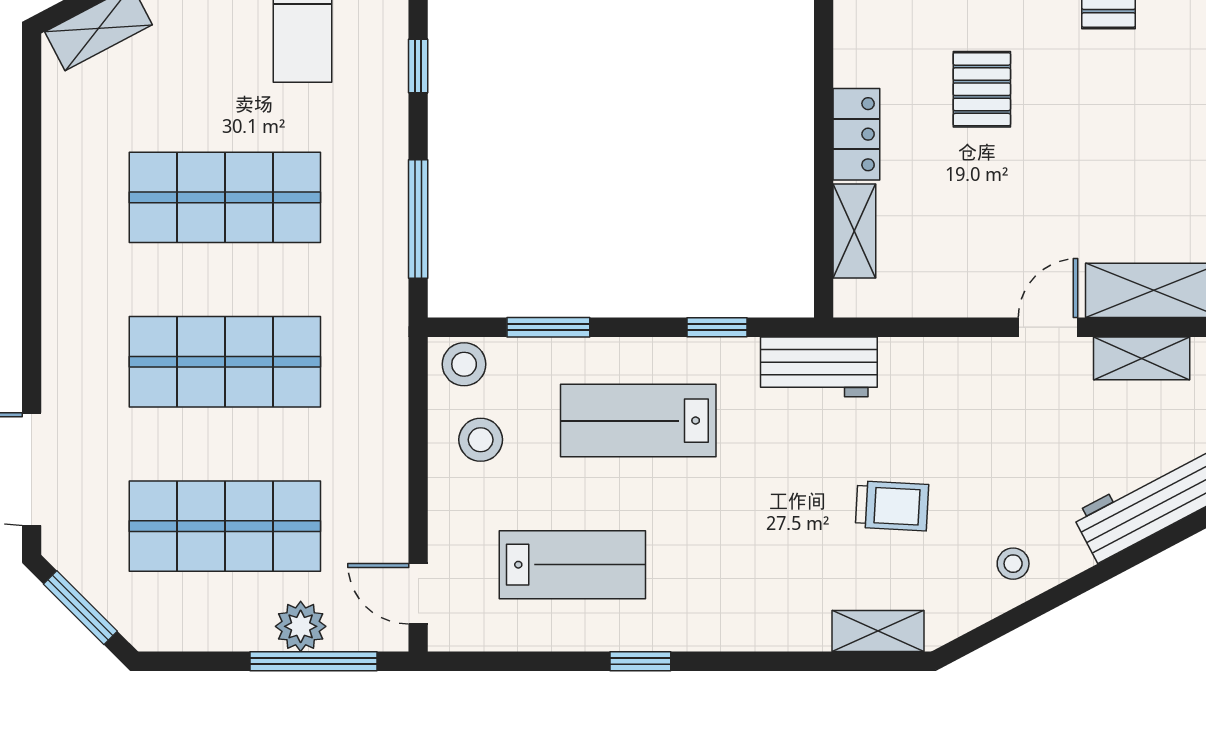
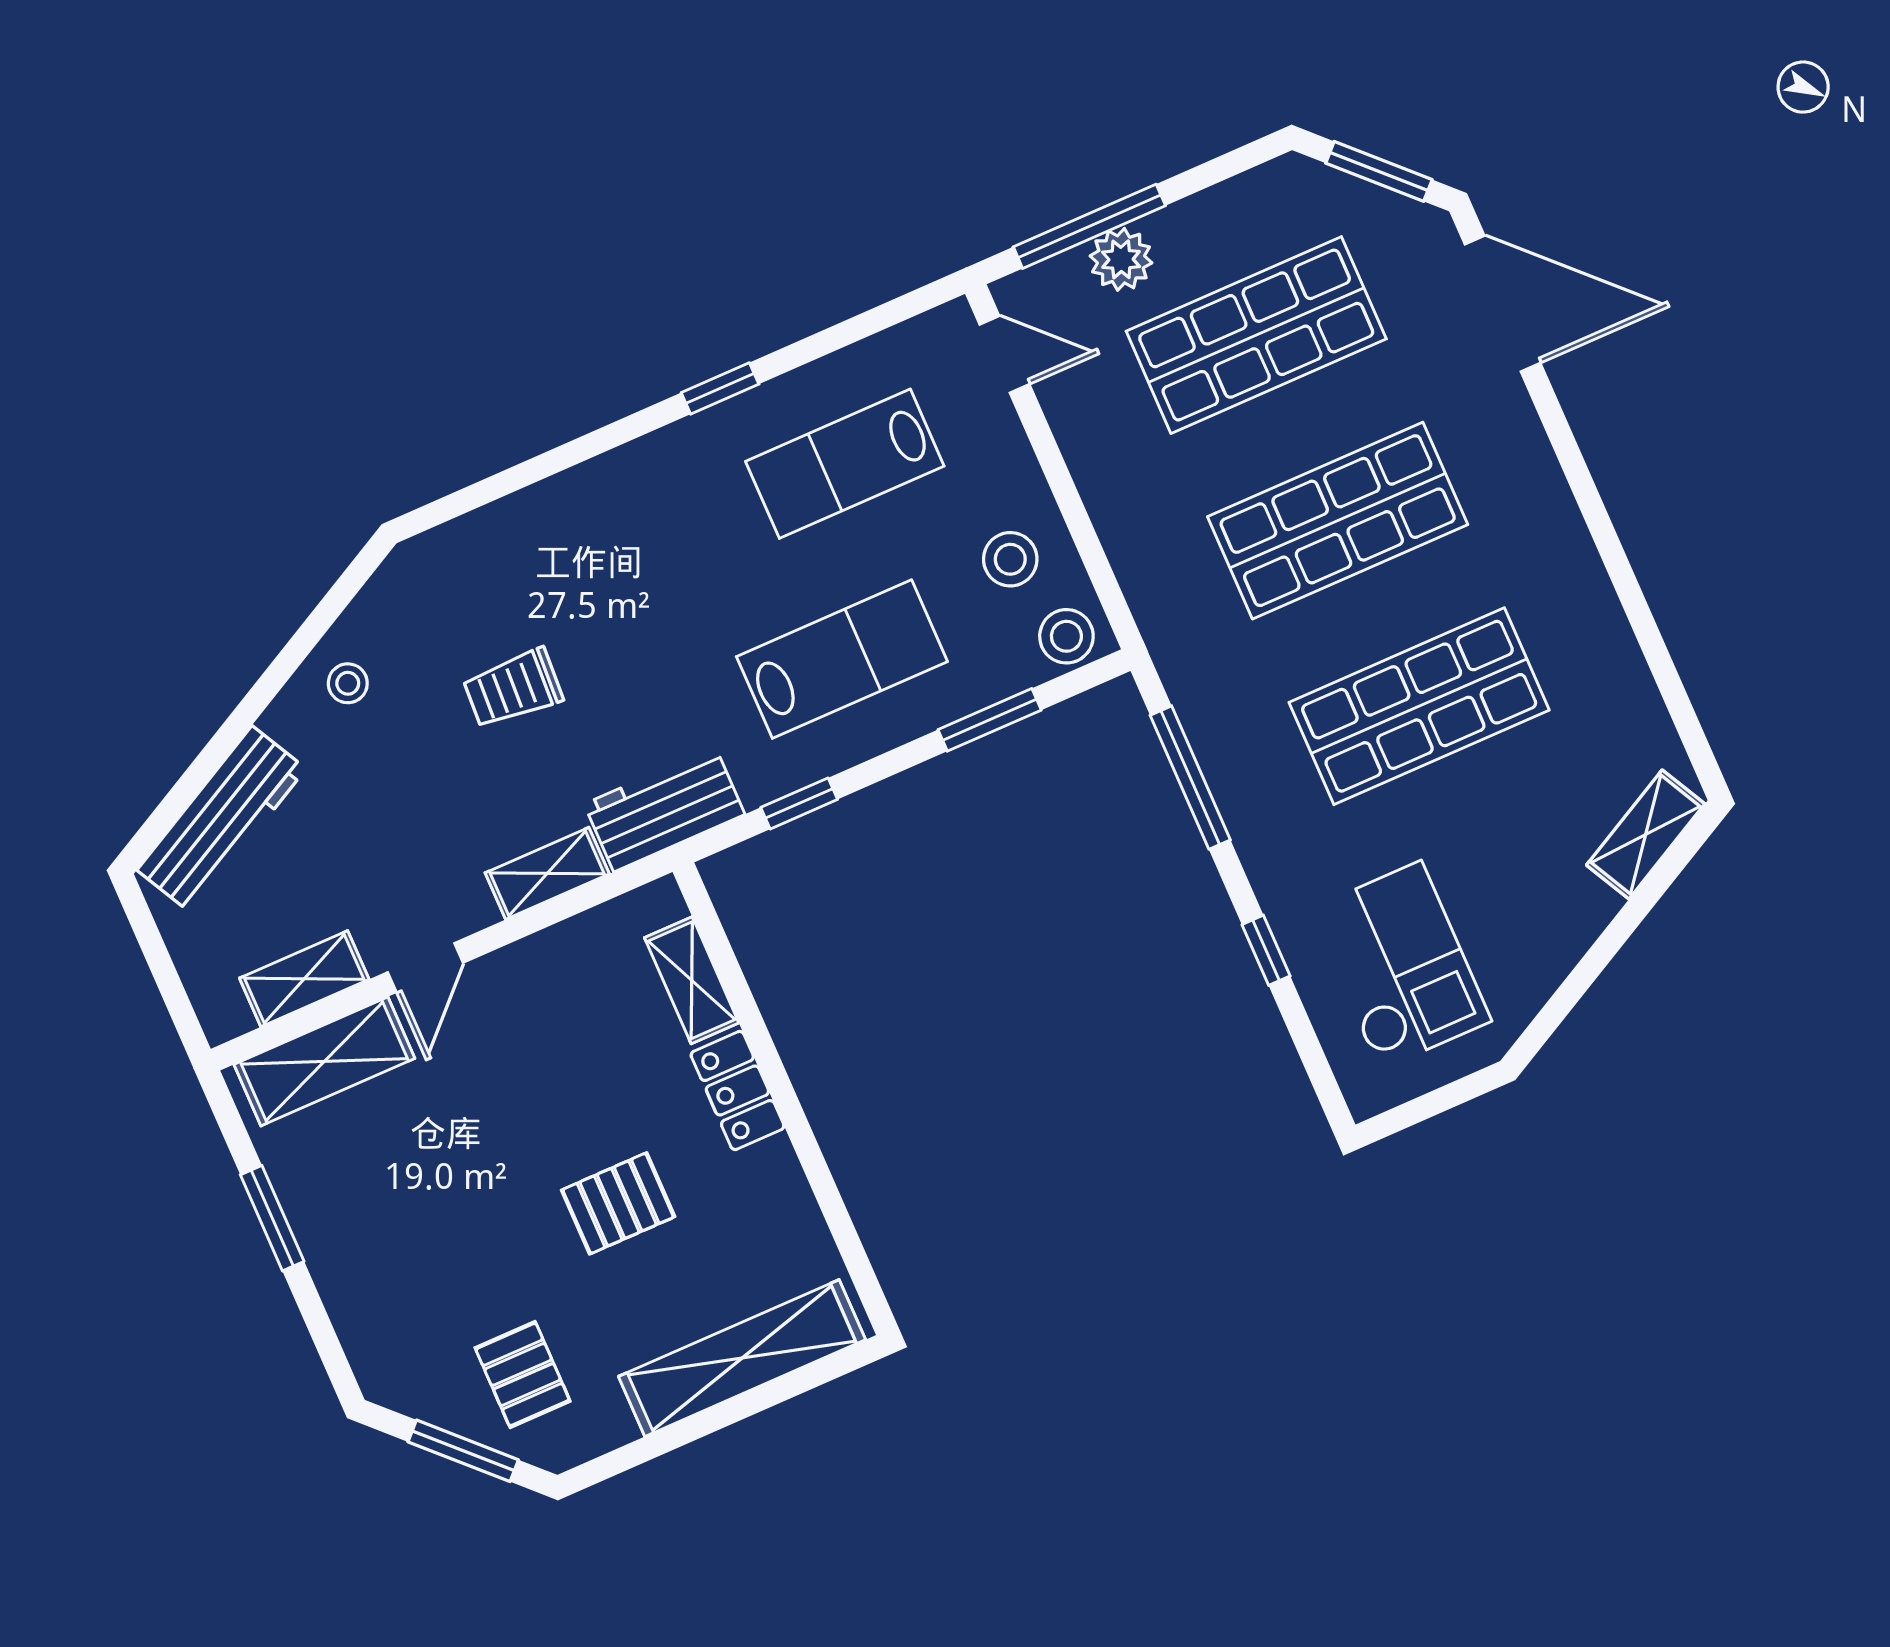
pallet: (982, 89) -> (618, 1203), turned 90
shelving: (878, 631) -> (547, 873), moved

